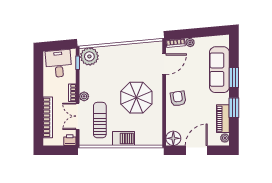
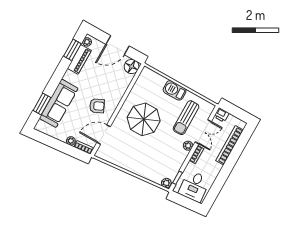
plant: (89, 56) -> (166, 183), width x0.53, depth x0.53
window: (234, 77) -> (42, 104), moved
armchair: (178, 99) -> (97, 106), moved, turned -106
window: (234, 108) -> (72, 50), moved

